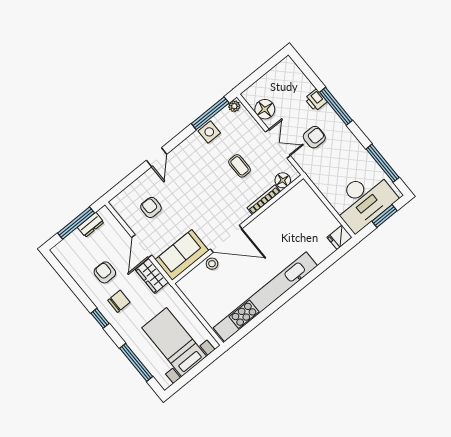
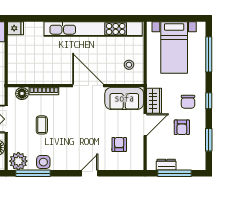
plant: (234, 106) -> (18, 161), width x1.87, depth x1.87
armchair: (151, 207) -> (119, 144), turned 180
stool: (212, 264) -> (129, 65), moved
window: (70, 281) -> (209, 140), added
chair: (119, 301) -> (188, 102), turned -90

